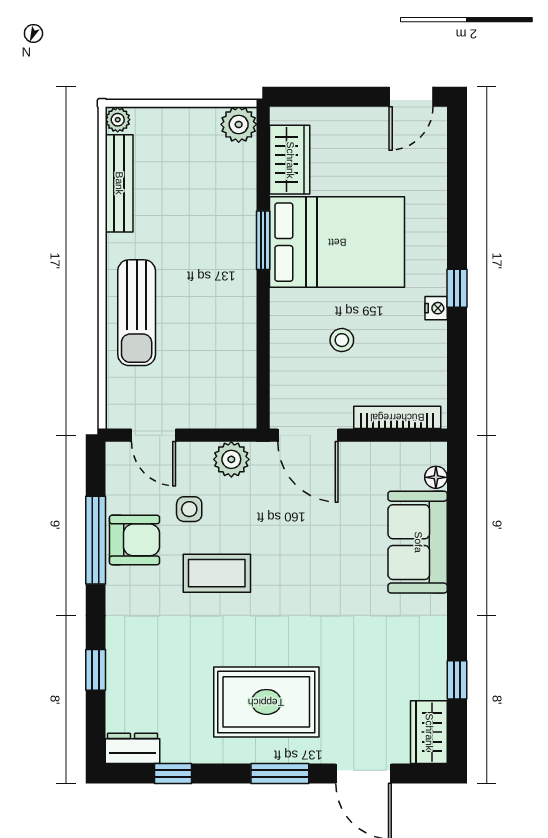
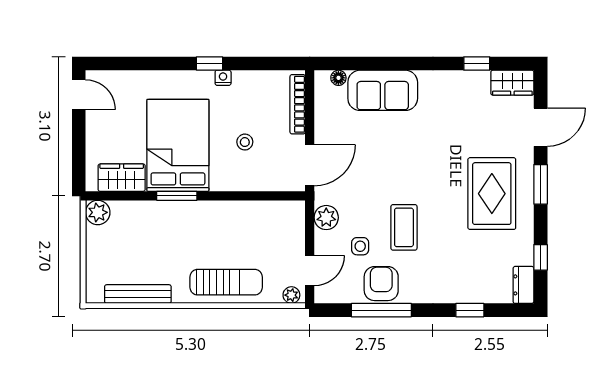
plant: (118, 120) -> (291, 295), moved

